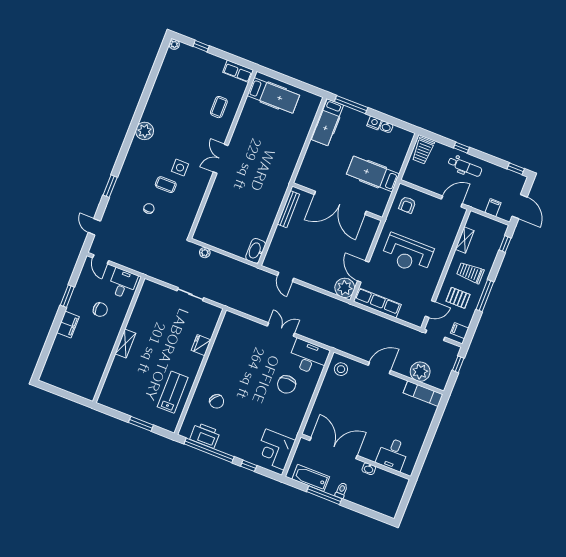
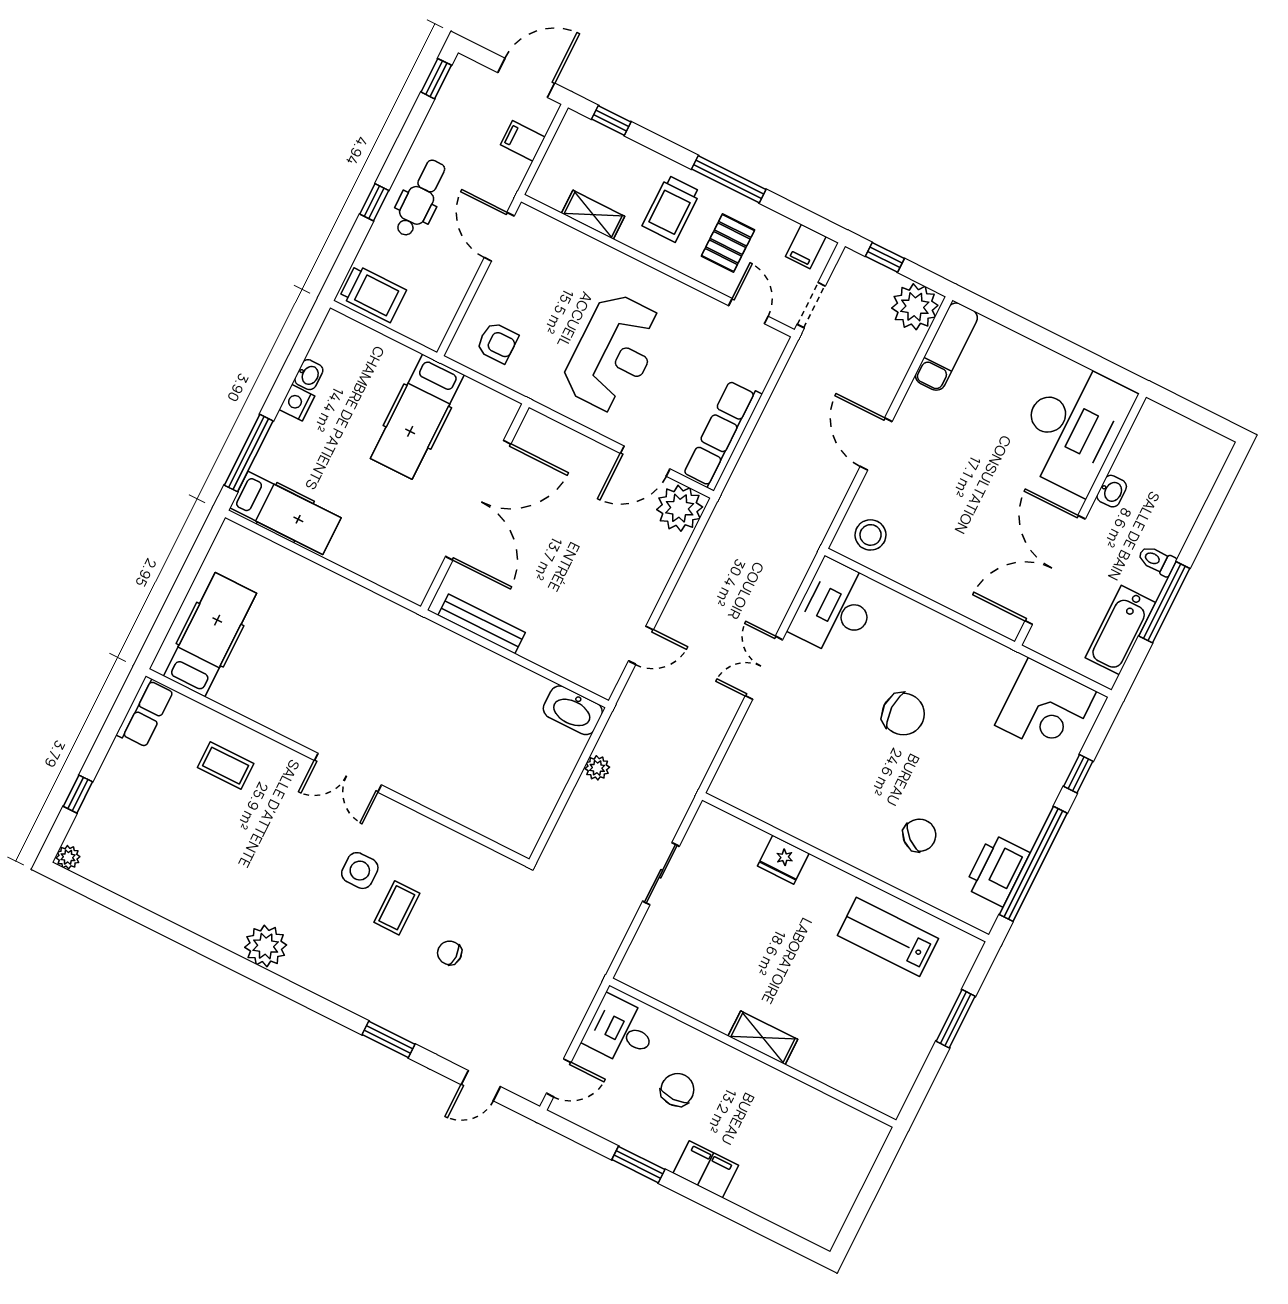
plant: (205, 253) -> (597, 768), moved
plant: (420, 372) -> (915, 307), moved
chair: (287, 384) -> (903, 714), moved
desk: (393, 454) -> (1073, 427), width x1.87, depth x1.30

